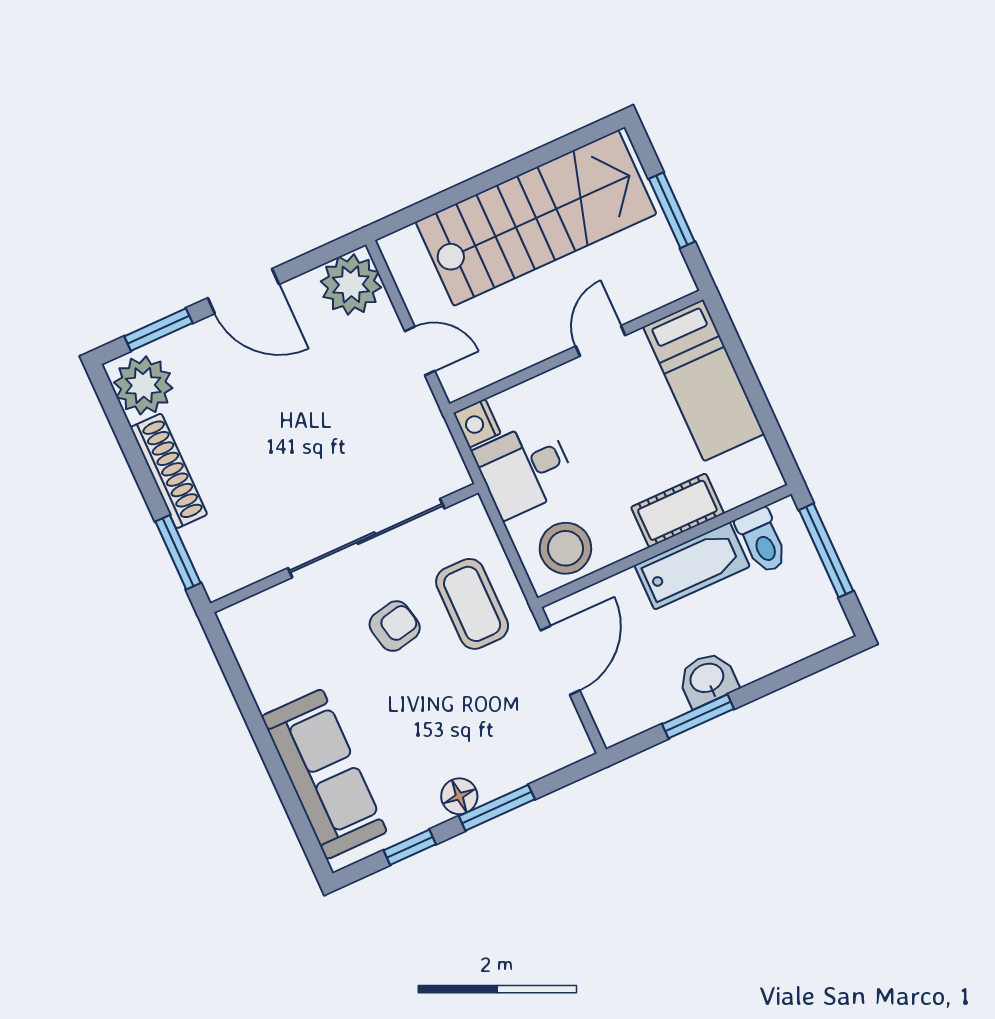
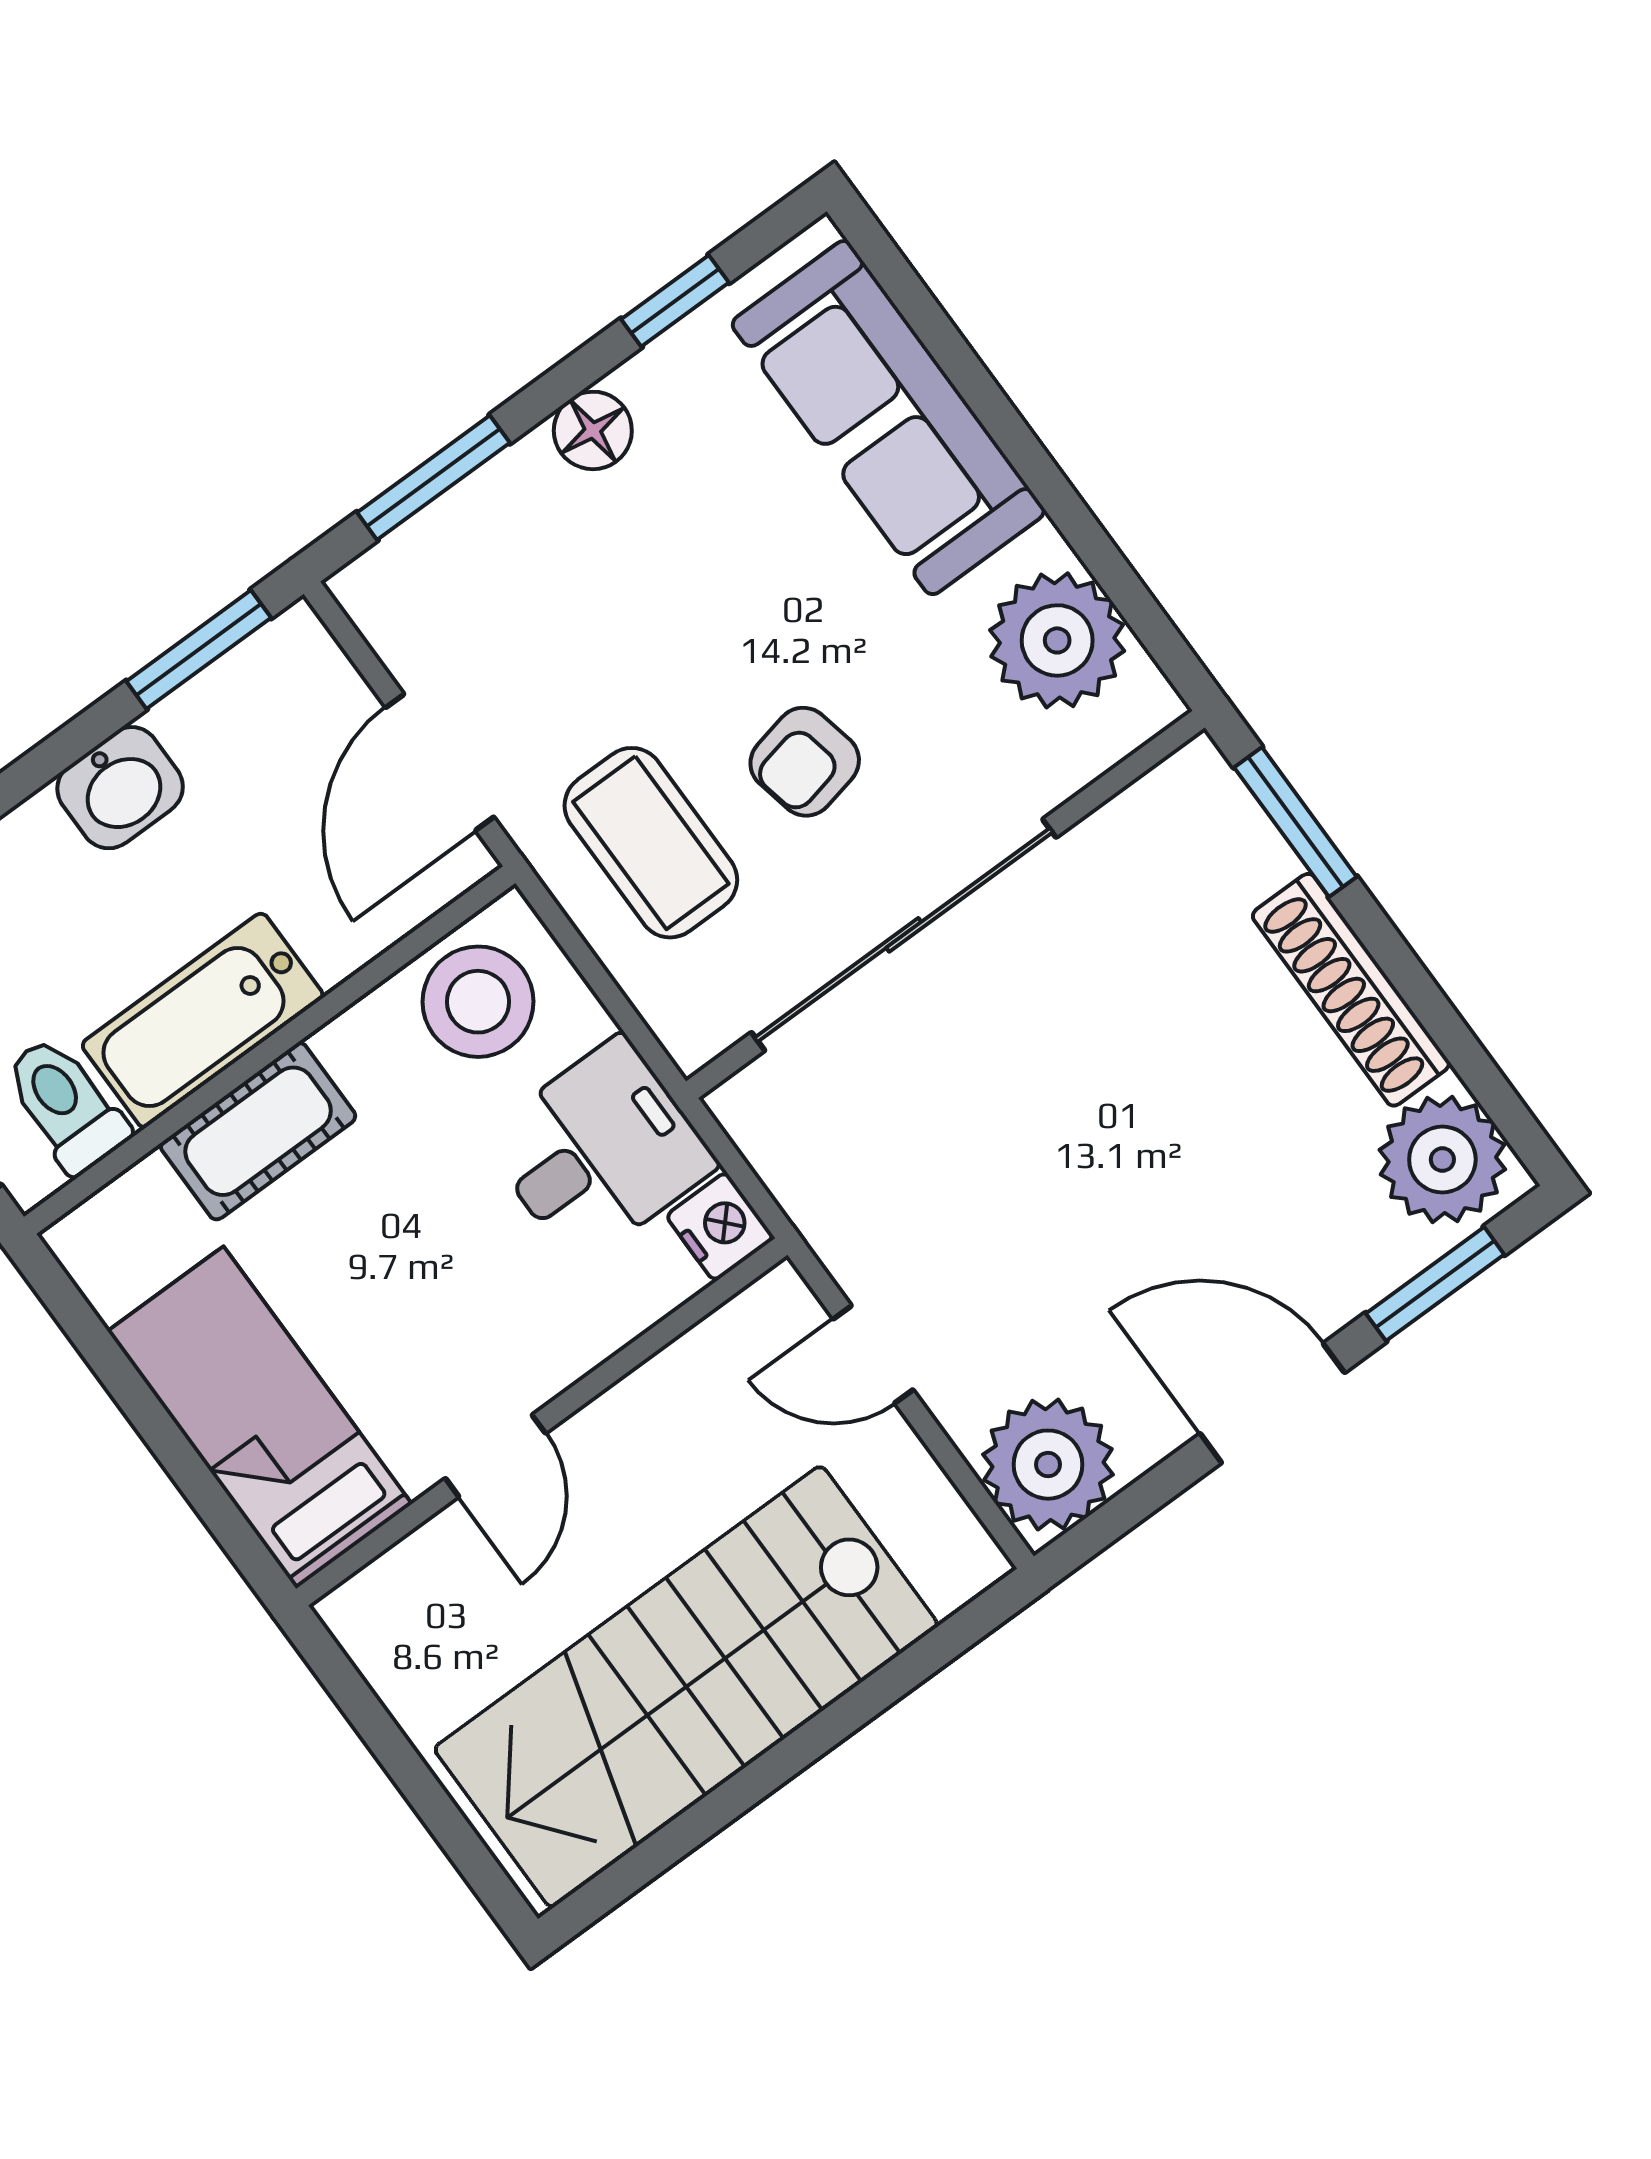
window: (672, 210) -> (402, 1763), removed
plant: (269, 657) -> (1057, 640), added
window: (698, 716) -> (199, 650), moved
window: (497, 808) -> (433, 478), moved

